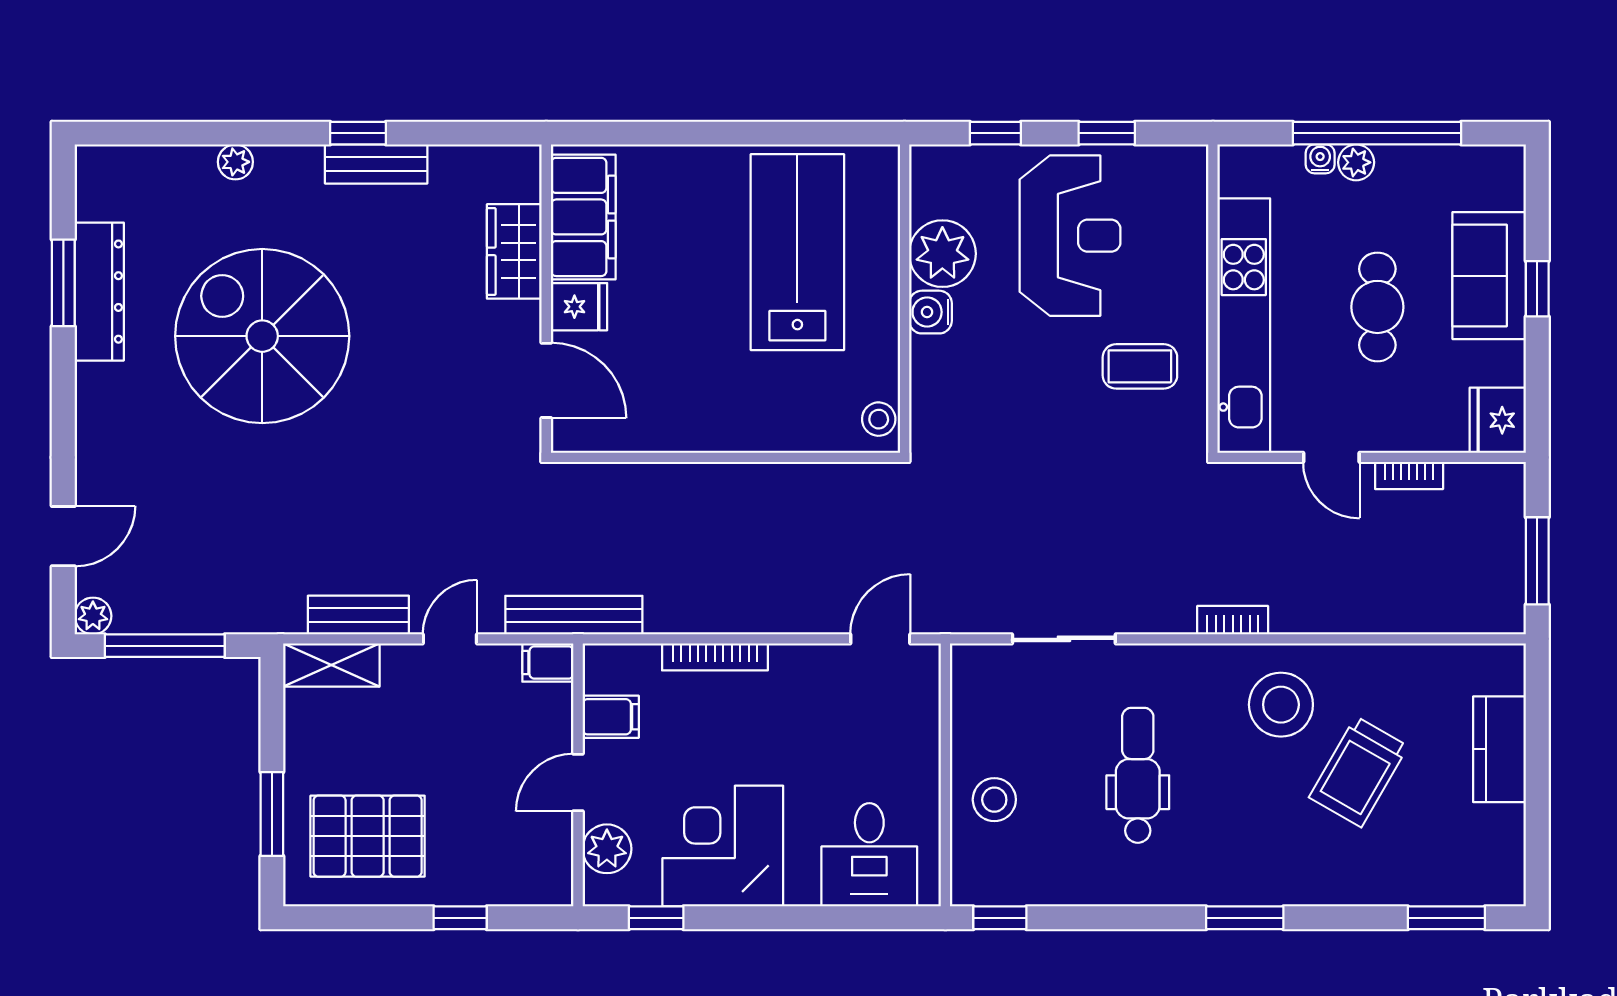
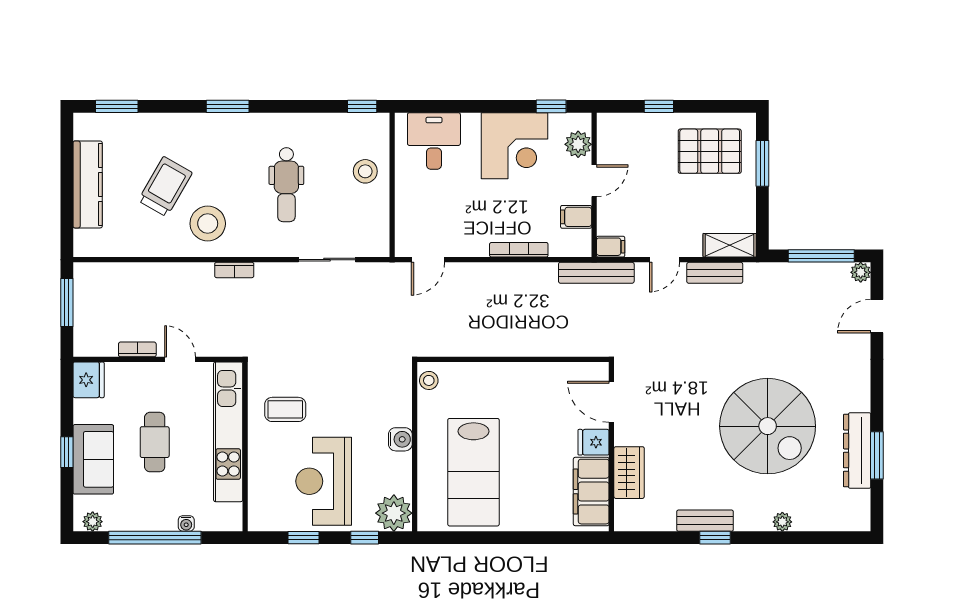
plant: (1356, 162) -> (93, 522), moved
plant: (942, 254) -> (394, 513), moved
kitchen counter: (1499, 749) -> (88, 184), width x1.50

